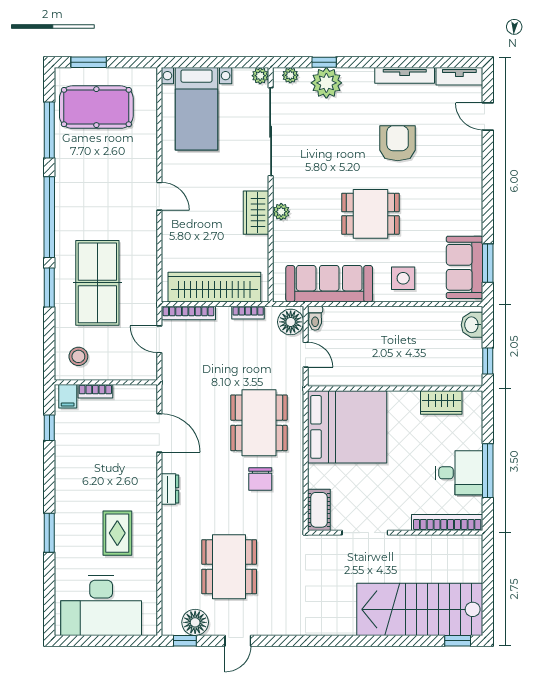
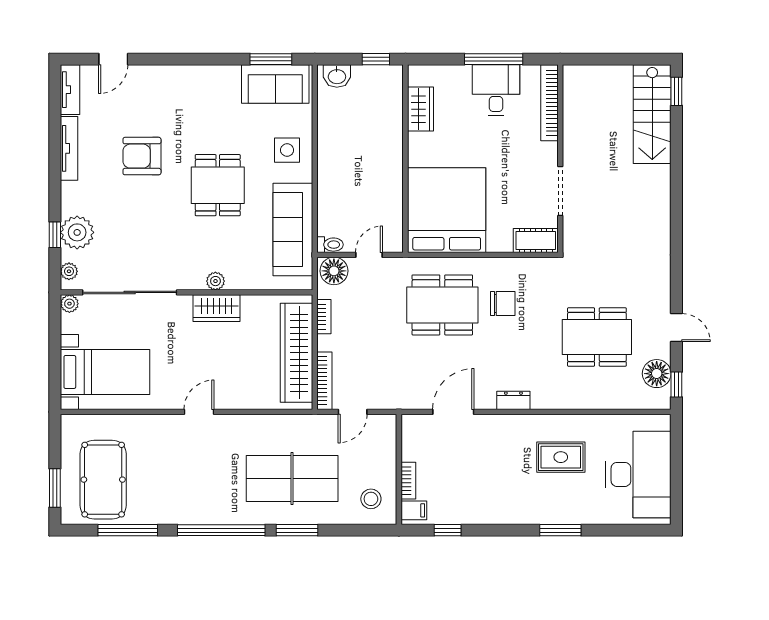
stairs: (420, 609) -> (652, 114), width x0.73, depth x0.66

